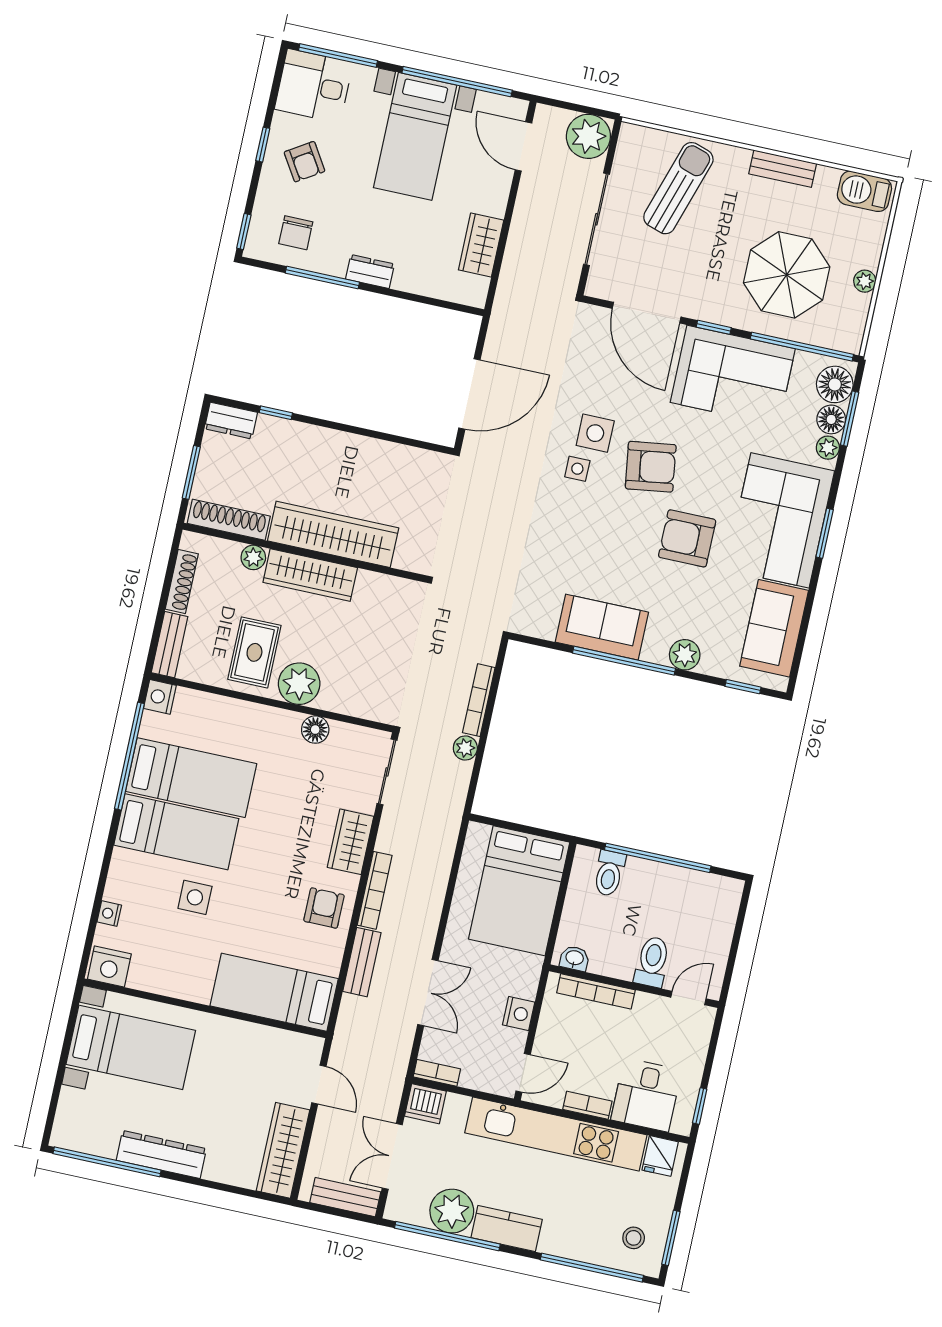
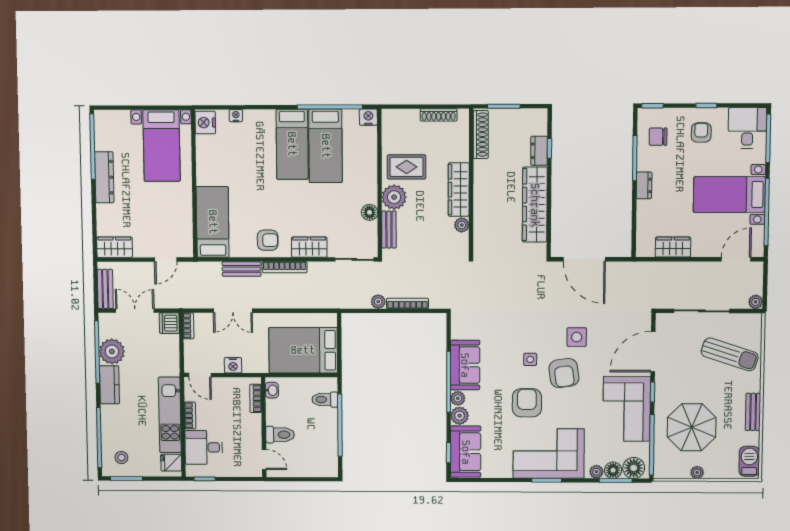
plant: (588, 136) -> (756, 302), width x0.53, depth x0.53
armchair: (304, 162) -> (701, 132), turned 122
dresser: (231, 421) -> (539, 151), moved
side table: (577, 469) -> (530, 359), moved
wardrobe: (333, 534) -> (535, 205), moved, turned 180
plant: (253, 557) -> (462, 225), moved
sofa: (774, 628) -> (466, 452), moved, turned 90
bench: (170, 645) -> (389, 230), moved, turned 90
plant: (655, 651) -> (458, 398), added
side table: (195, 897) -> (257, 164), removed
bookcase: (596, 991) -> (256, 398), width x0.64
kitchen unit: (556, 1134) -> (170, 415), width x0.73
wardrobe: (283, 1150) -> (115, 247), width x0.67

